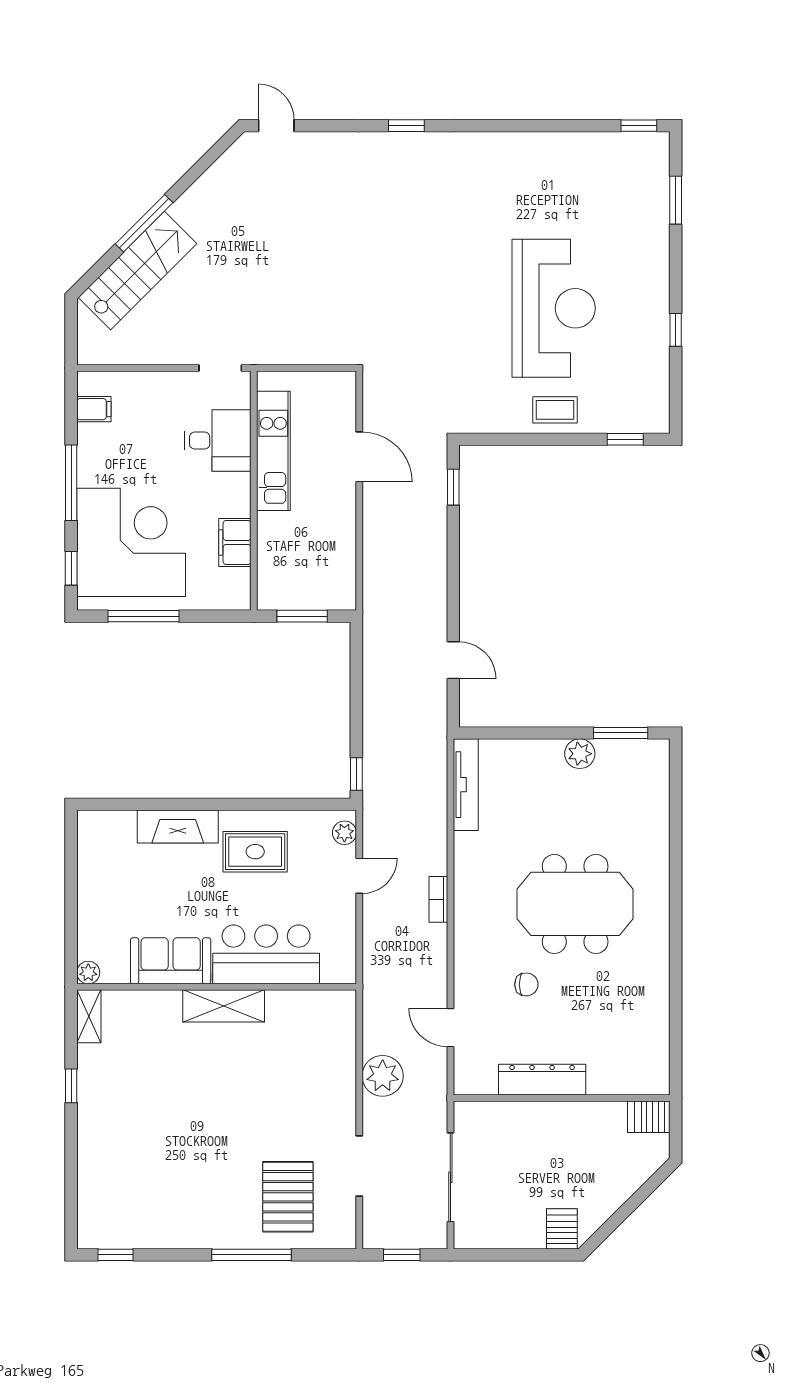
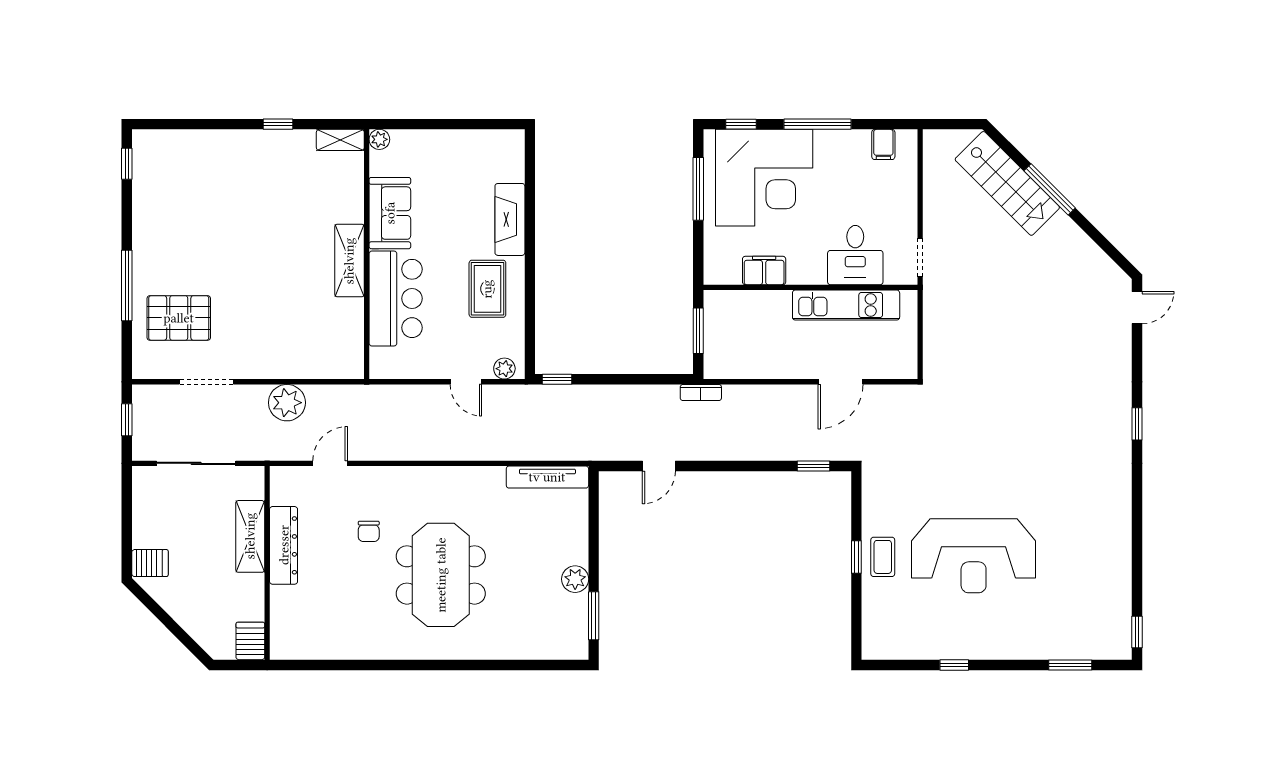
window: (625, 439) -> (856, 557), moved
bookcase: (438, 899) -> (701, 393), moved, turned 180
shelving: (532, 1117) -> (250, 536), added

